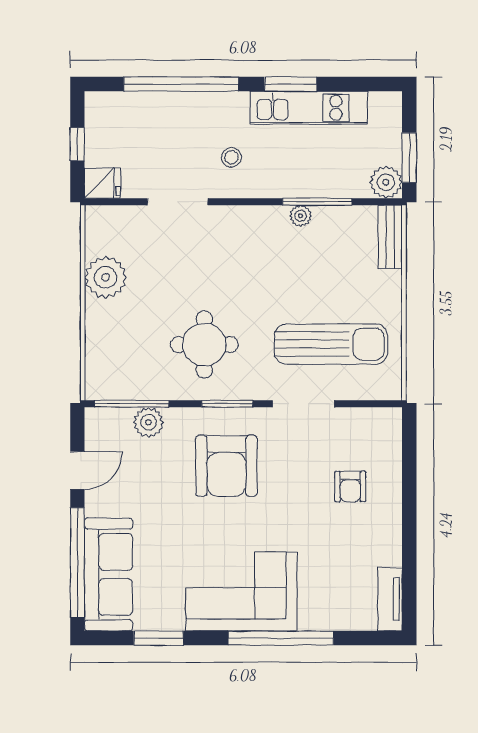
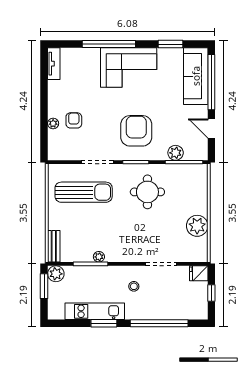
sun lounger: (331, 344) -> (84, 192), turned 180
door: (77, 470) -> (211, 128), hinge flipped
plant: (391, 480) -> (53, 124), added

